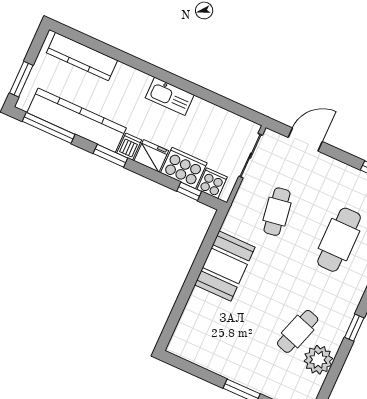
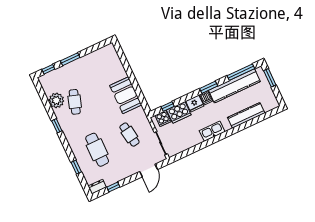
kitchen counter: (82, 57) -> (246, 115), moved

